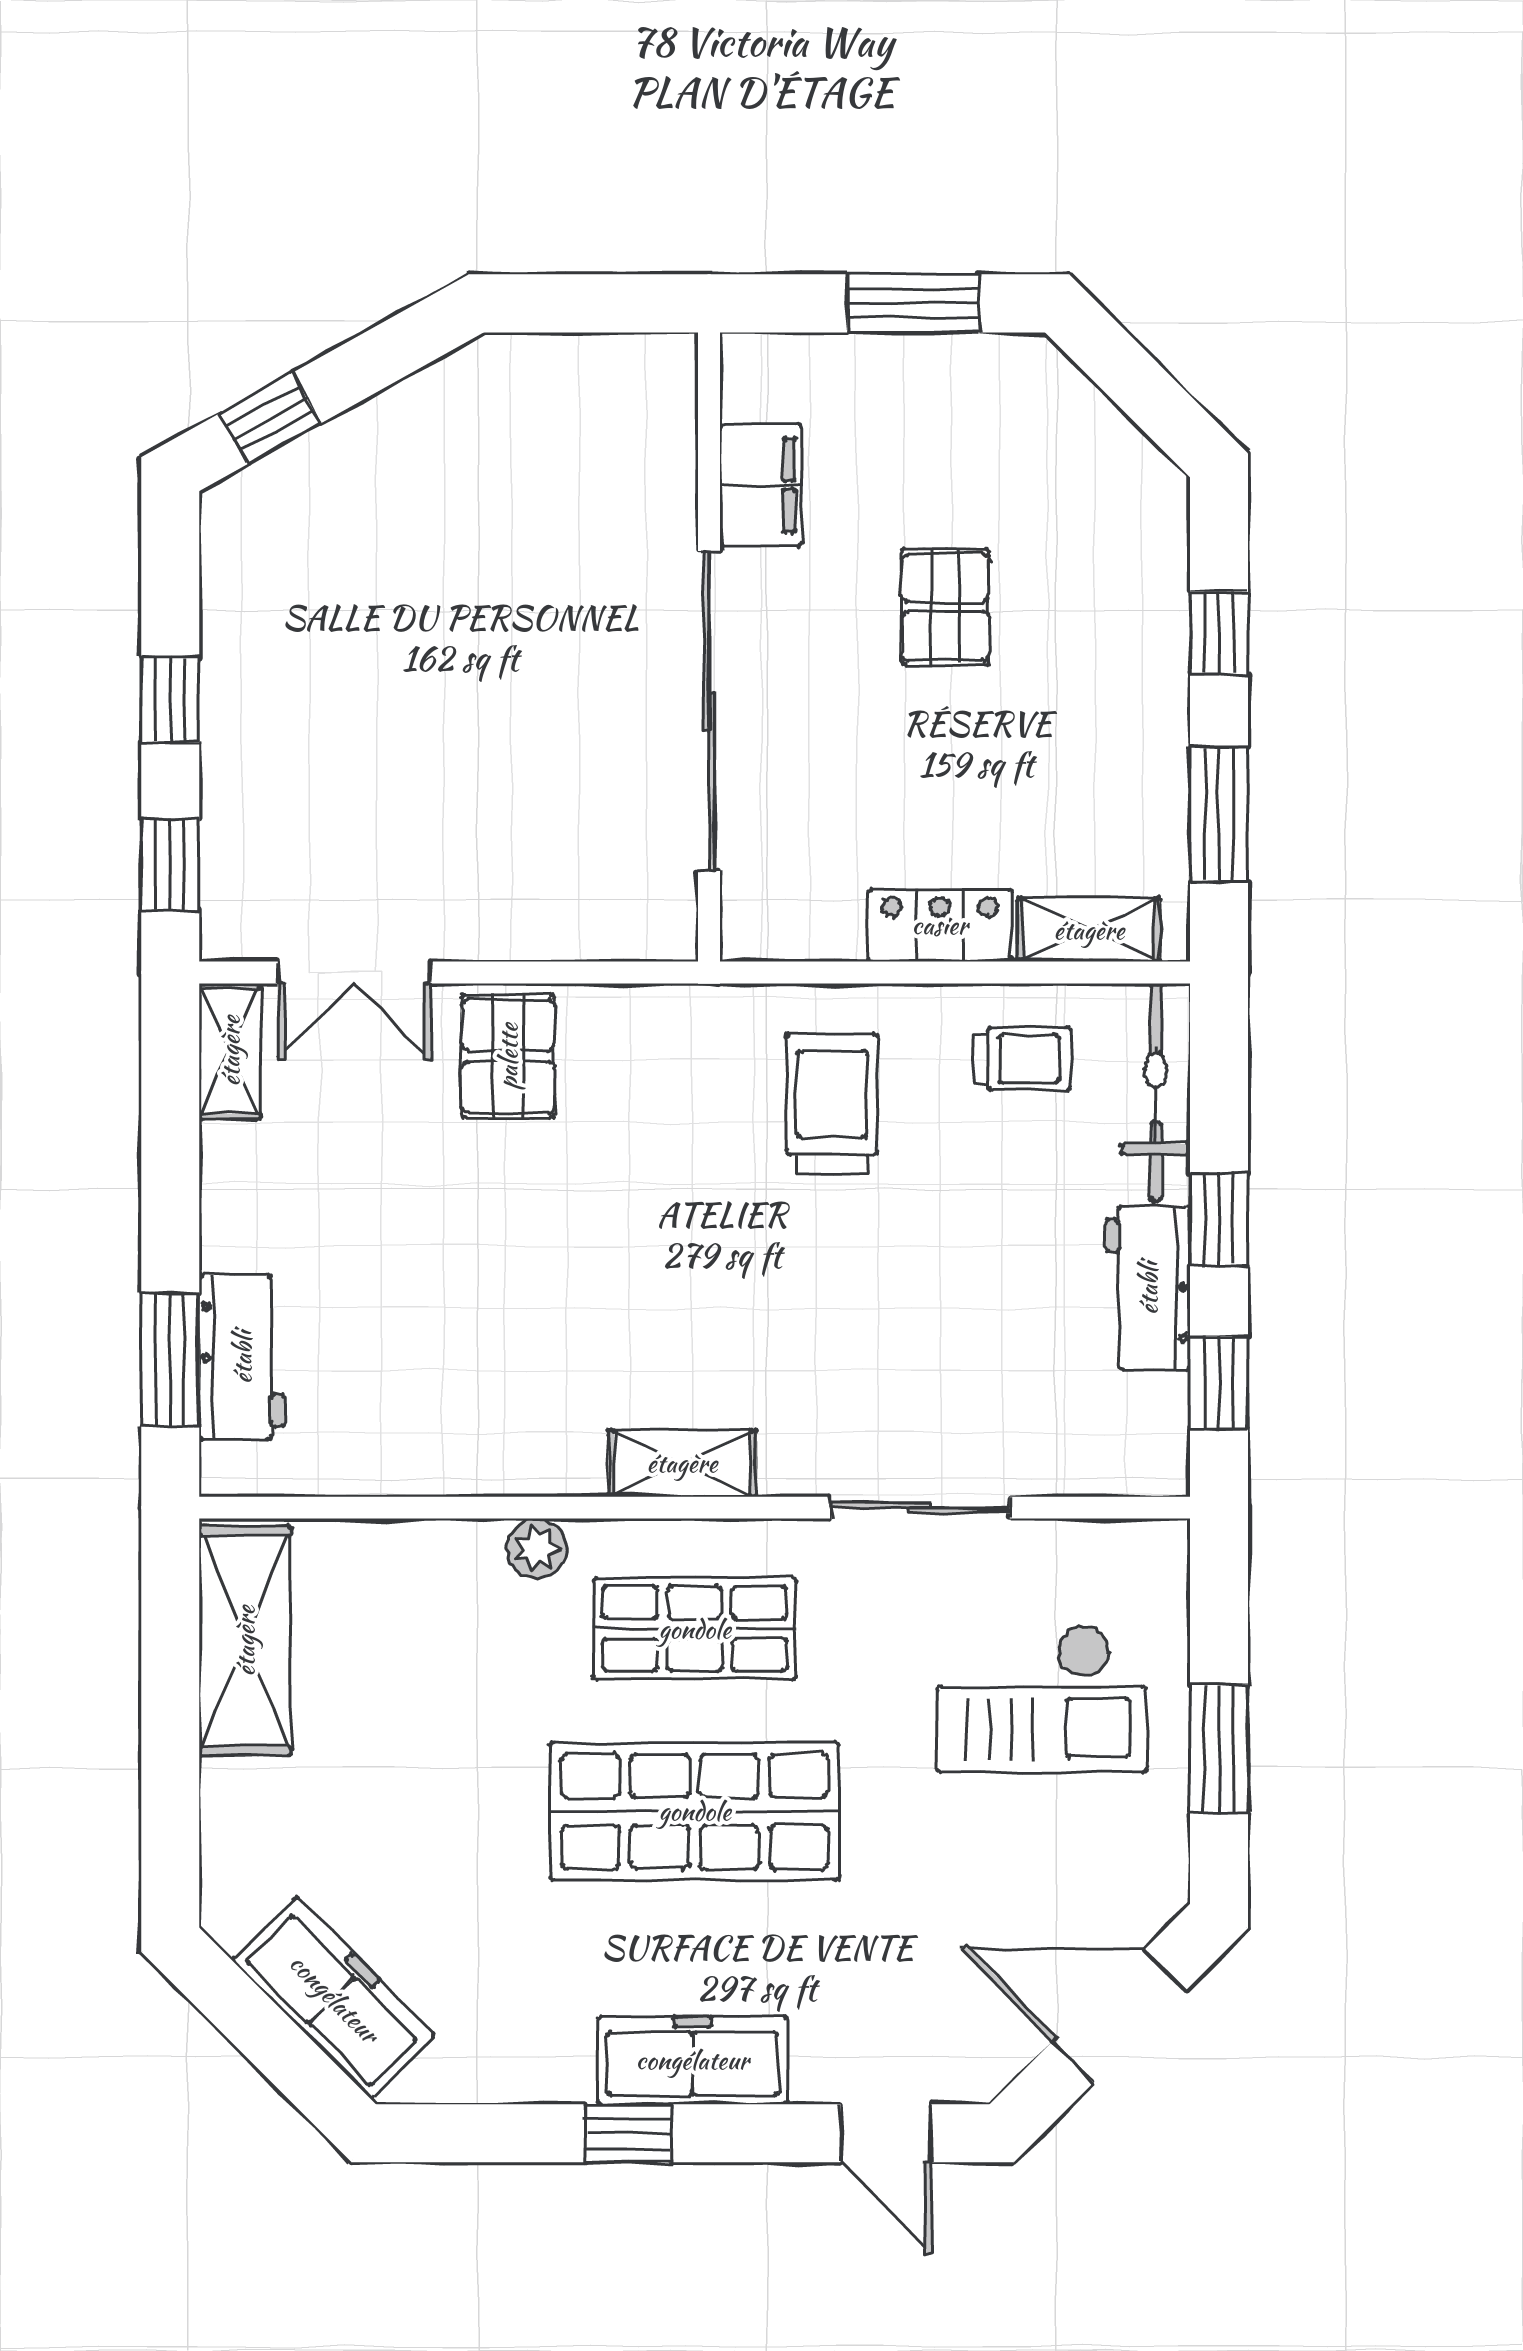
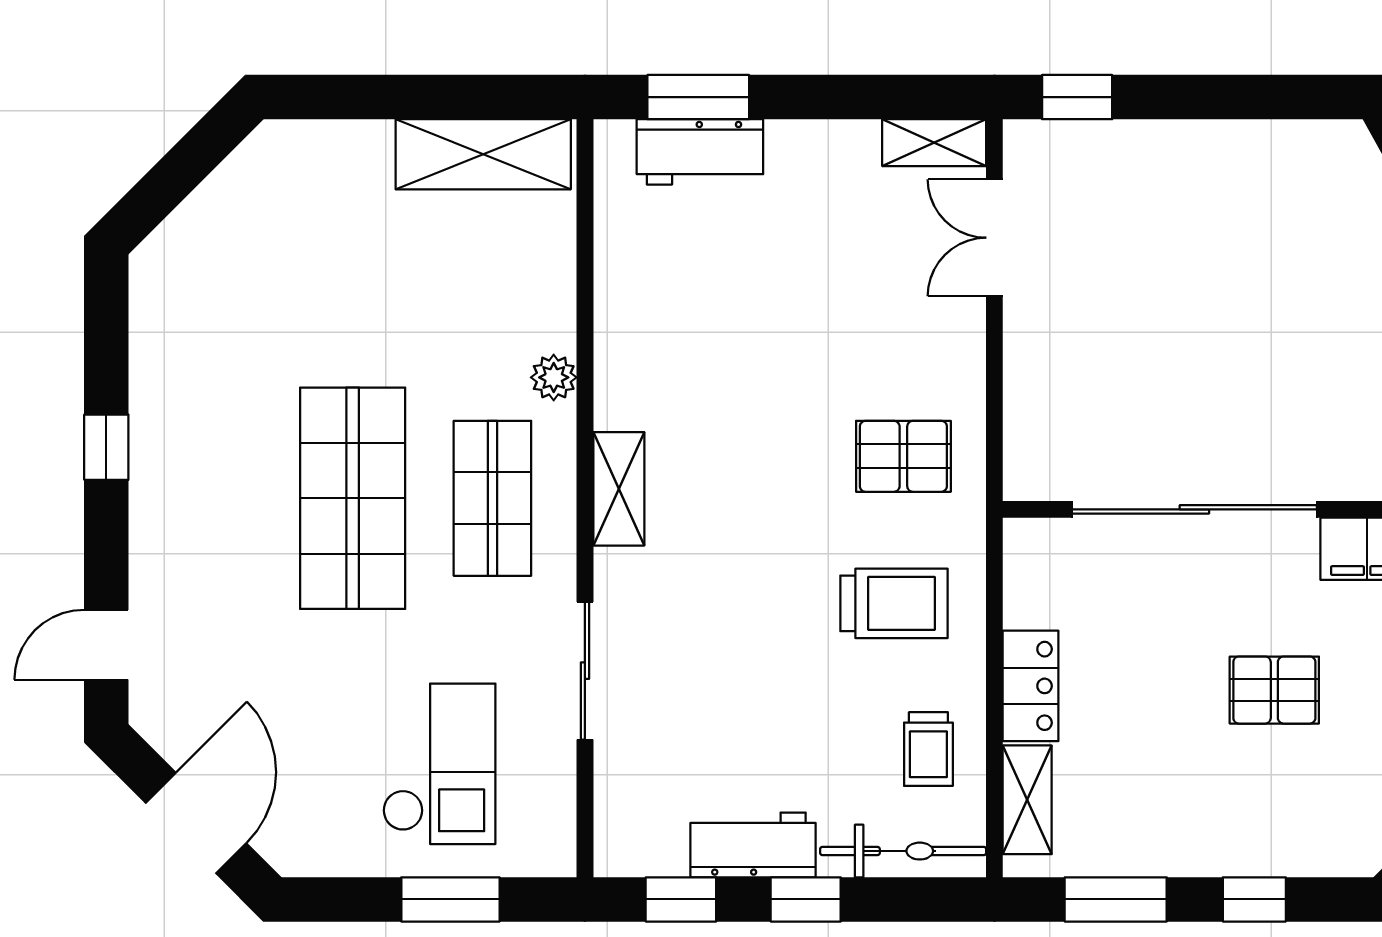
window: (170, 700) -> (1203, 97), removed
pallet: (508, 1056) -> (903, 456), moved
checkout: (1042, 1698) -> (439, 764), turned 180
window: (1219, 1749) -> (450, 899), moved
freezer: (334, 1998) -> (210, 222), removed
freezer: (692, 2060) -> (162, 497), removed

